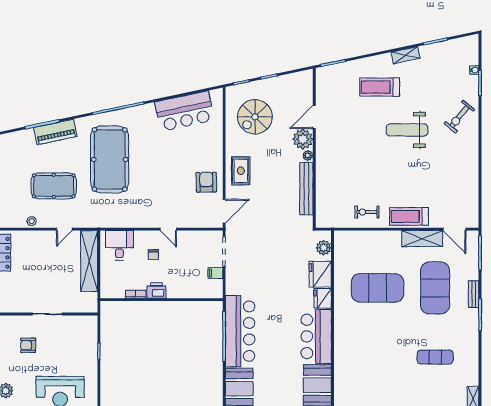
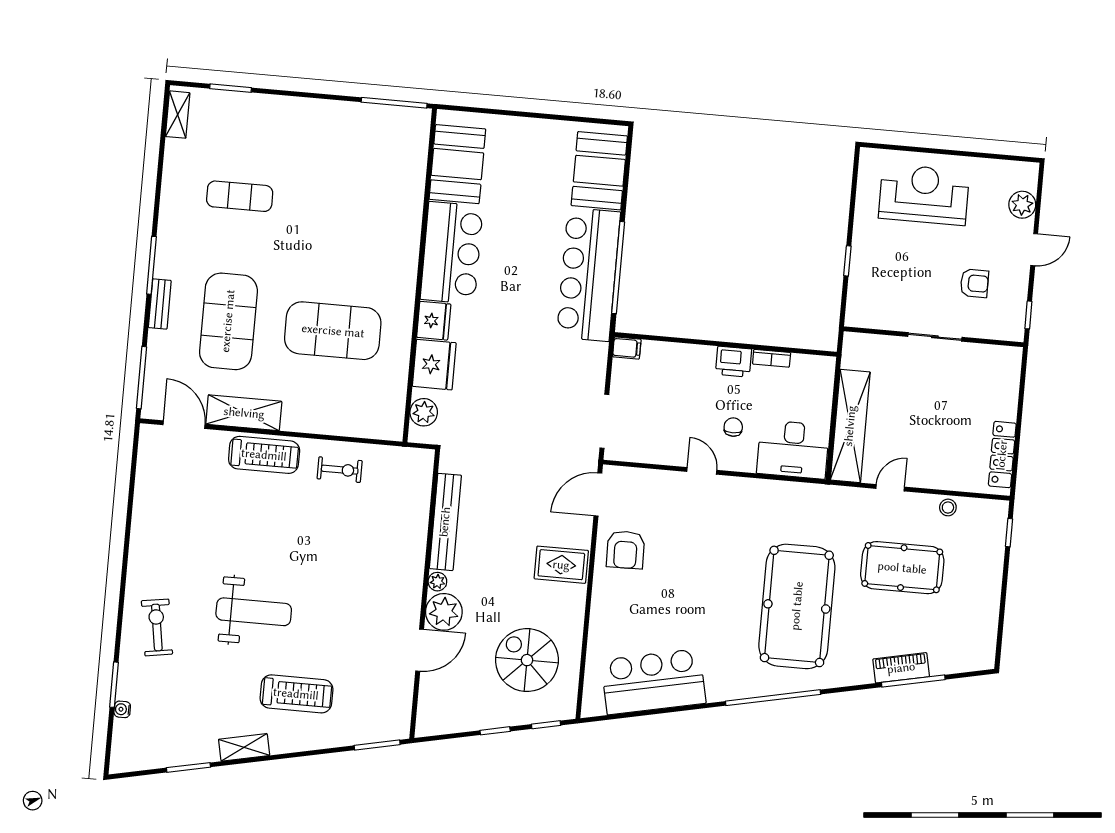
spiral stairs: (255, 117) -> (527, 660), turned -90
exercise bike: (459, 117) -> (157, 627), turned -48
piano: (55, 132) -> (901, 668), width x0.73, depth x0.75
rug: (241, 171) -> (561, 565), turned 90
desk: (119, 245) -> (793, 449), width x1.37
filing cabinet: (215, 273) -> (627, 348), moved

